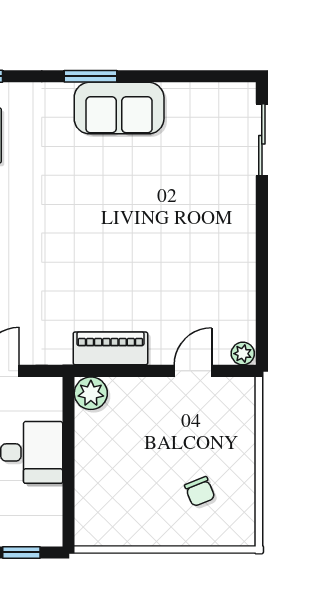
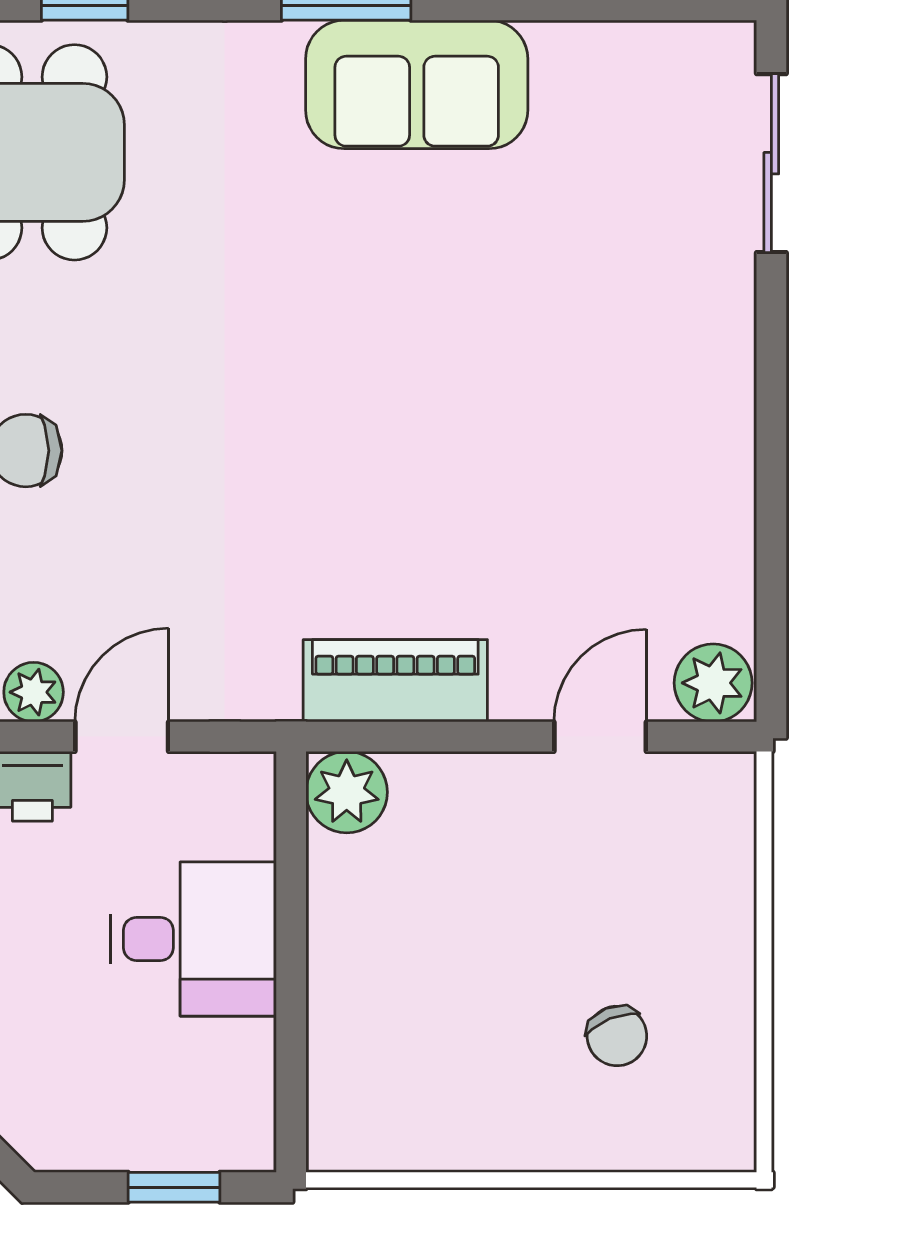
plant: (243, 354) -> (713, 683), width x1.38, depth x1.38

